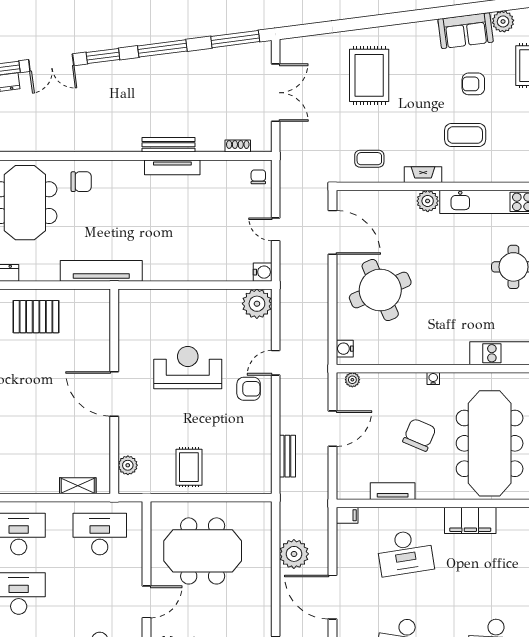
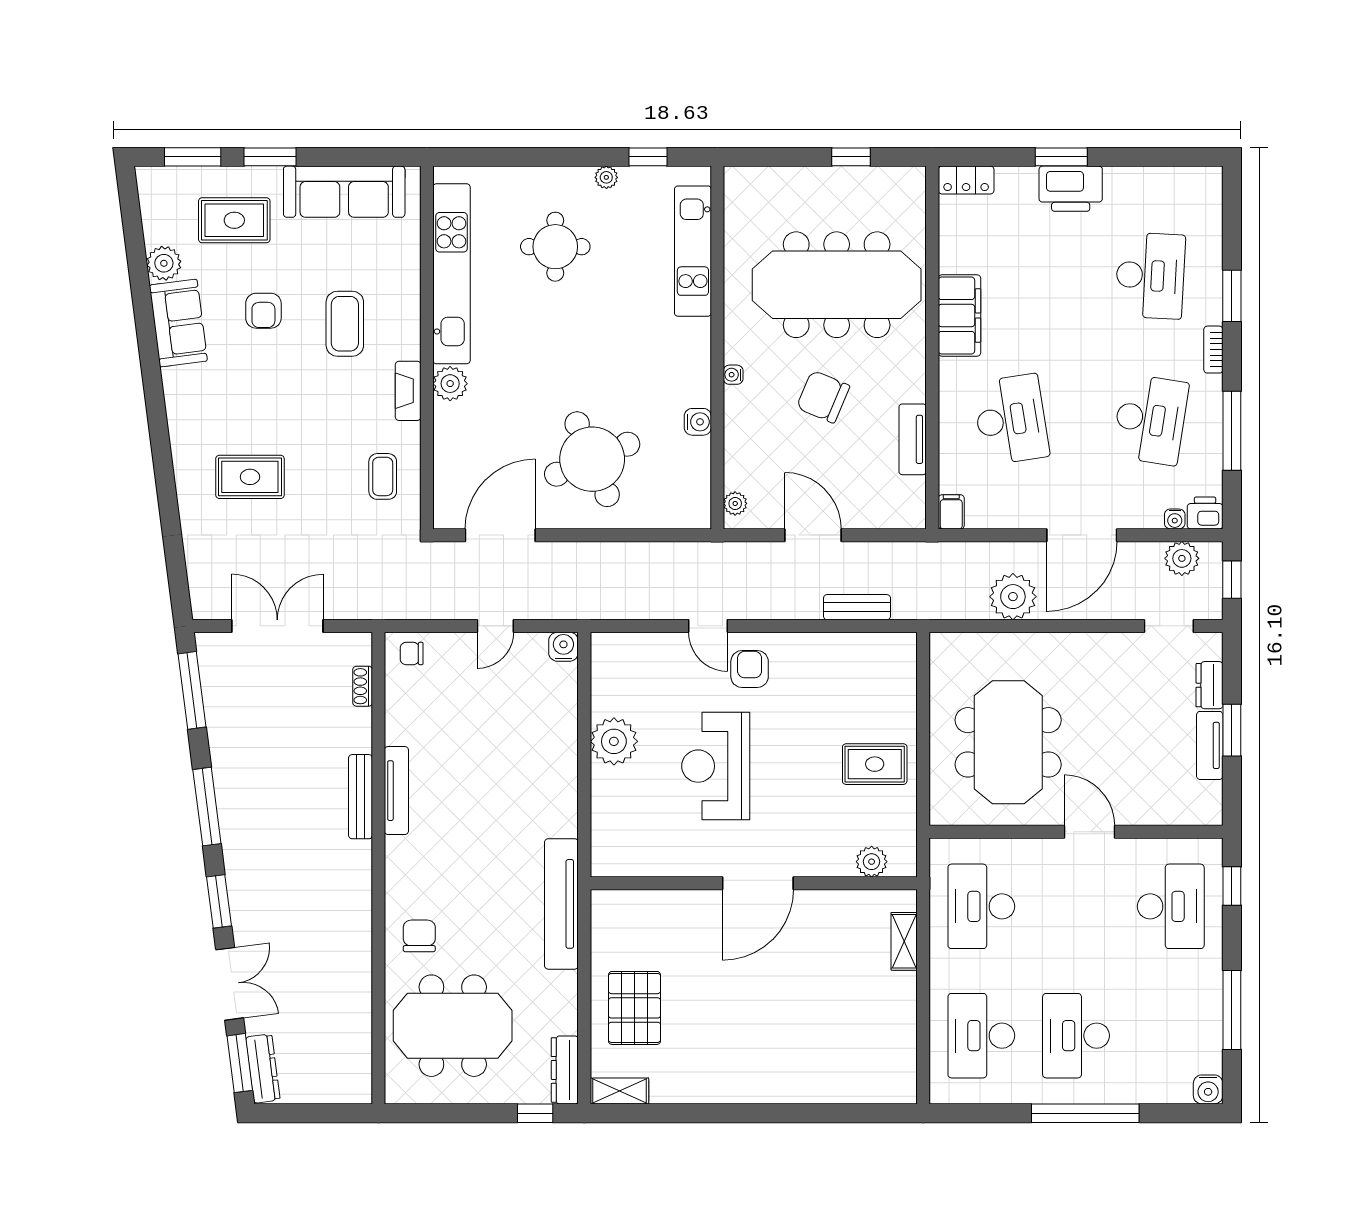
rug: (369, 75) -> (250, 477), width x0.73, depth x0.70
plant: (257, 304) -> (614, 741), moved
water cooler: (345, 349) -> (698, 422), moved, turned -90

